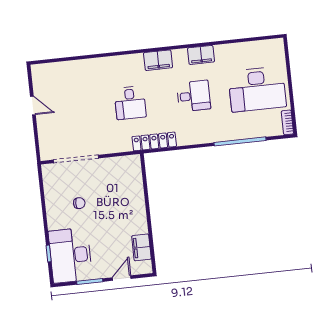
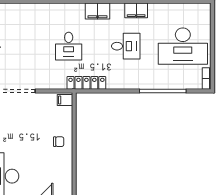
chair: (79, 203) -> (59, 142), moved
filing cabinet: (141, 247) -> (65, 100), moved, width x0.50

